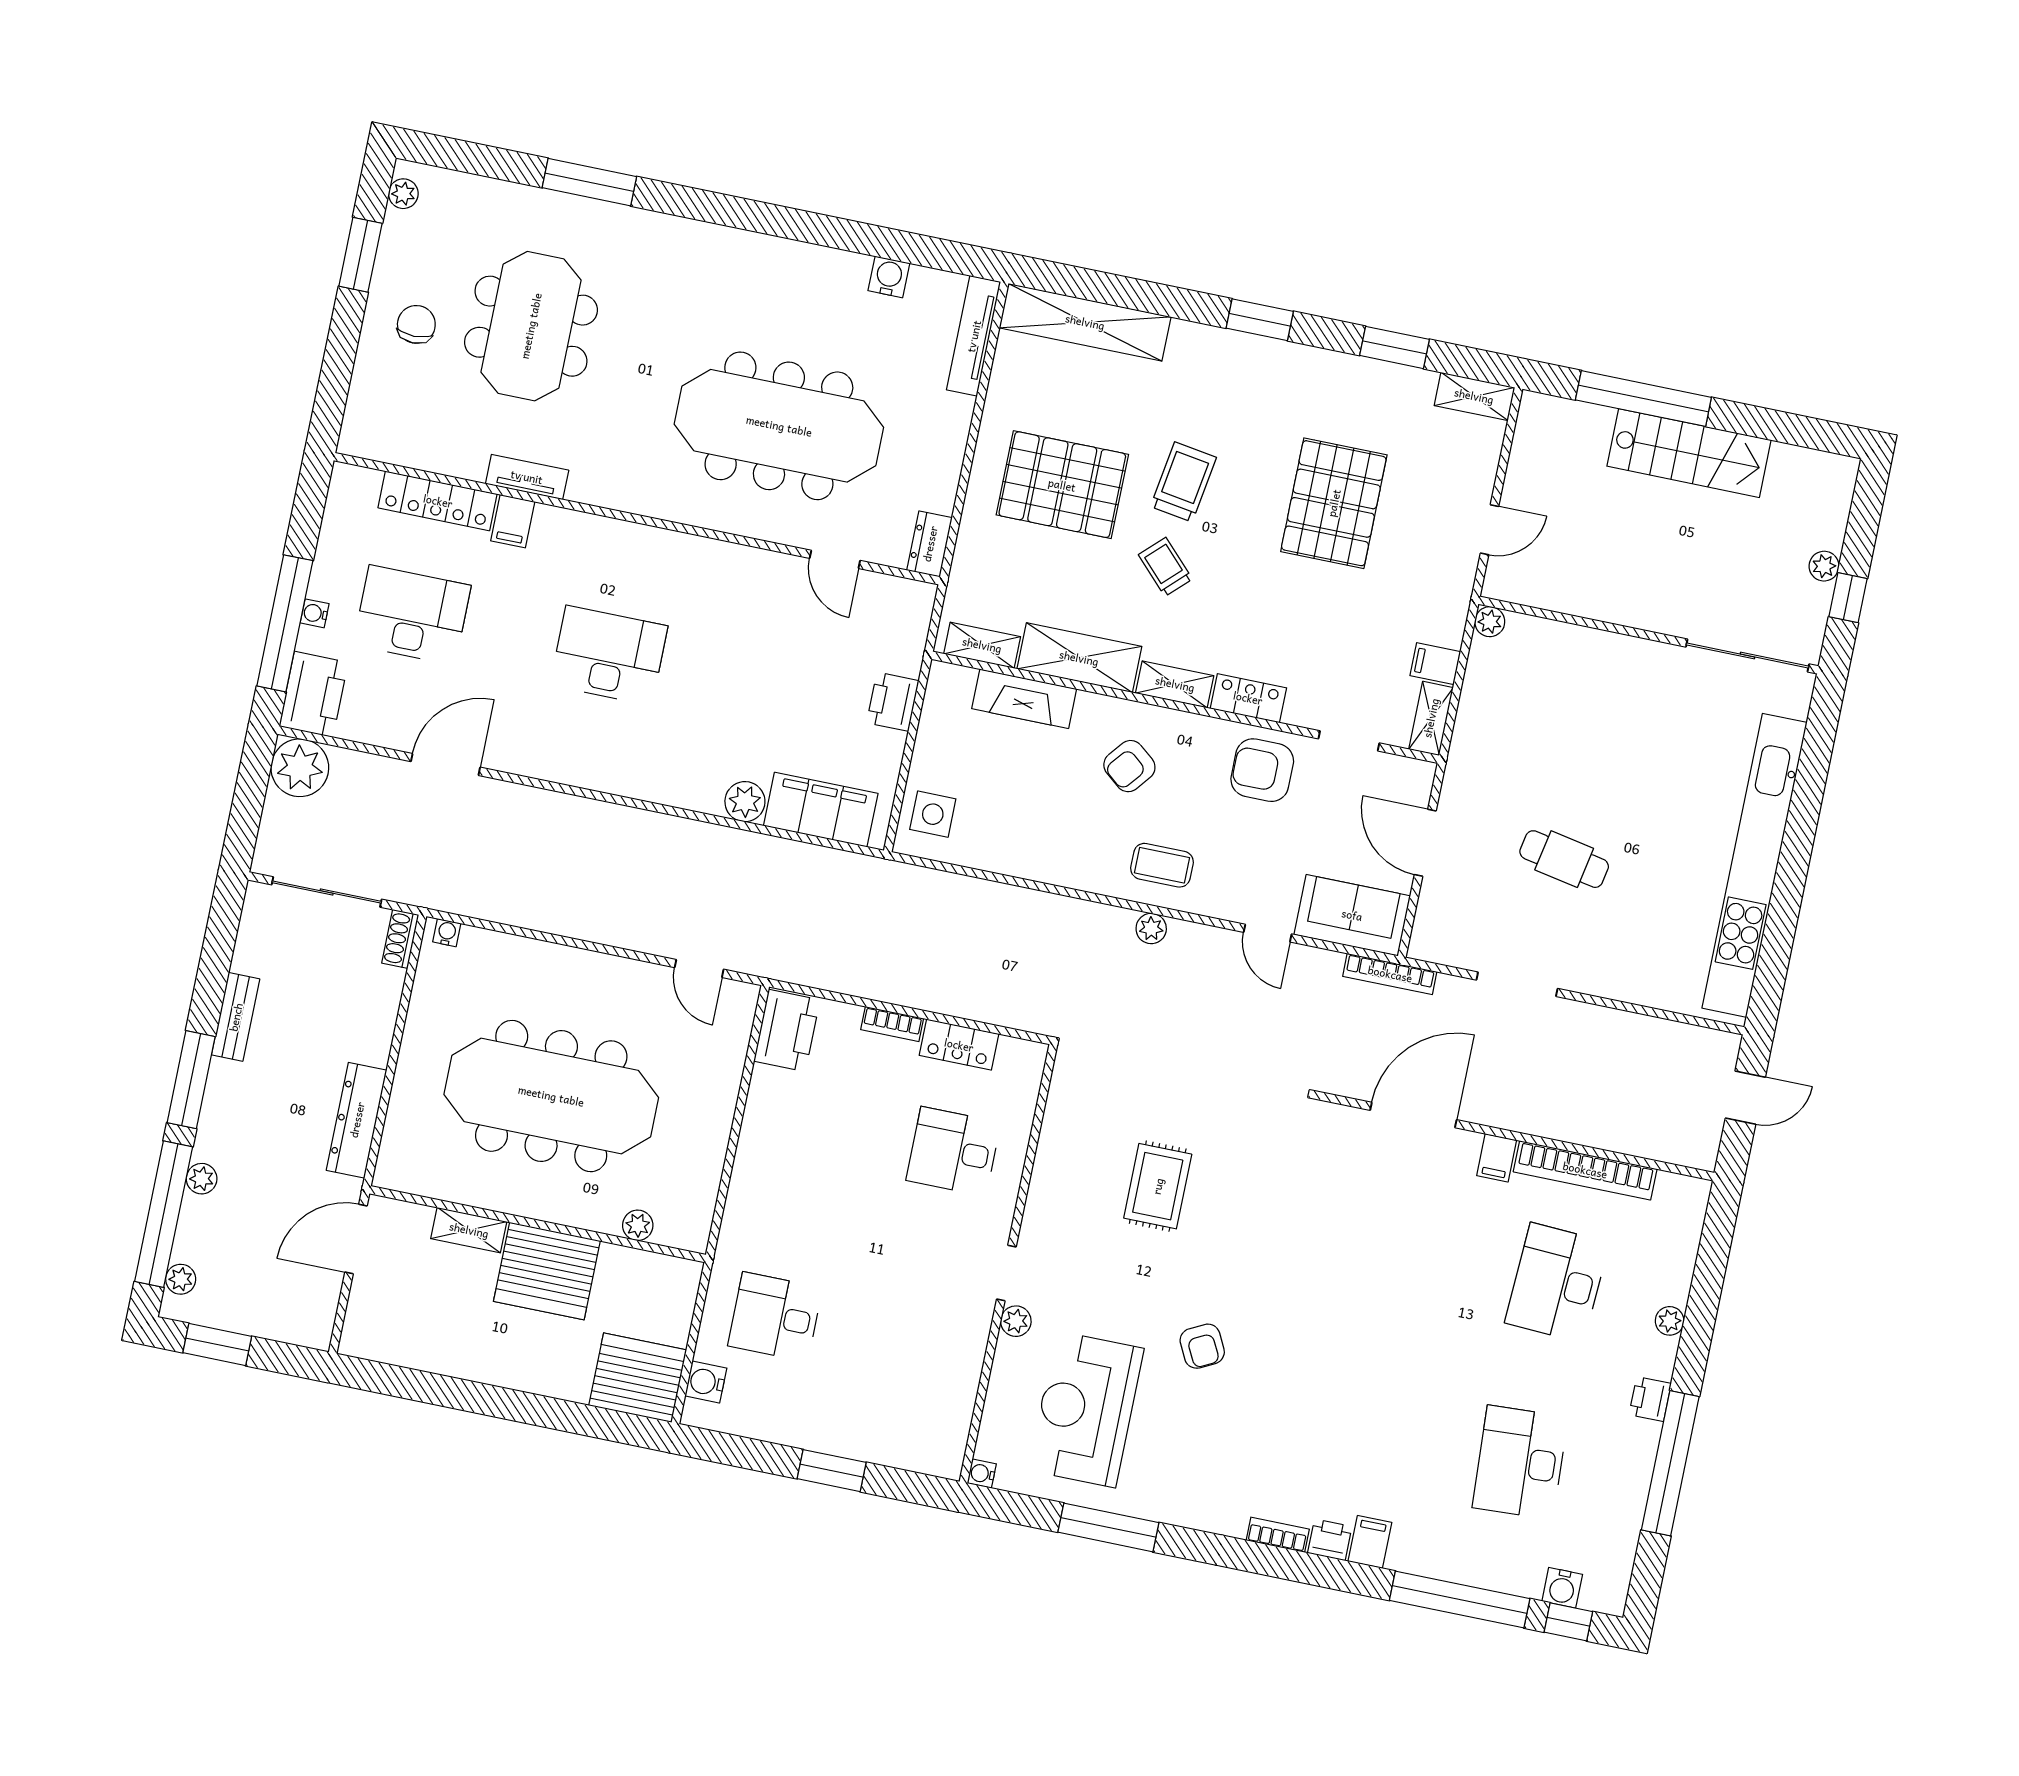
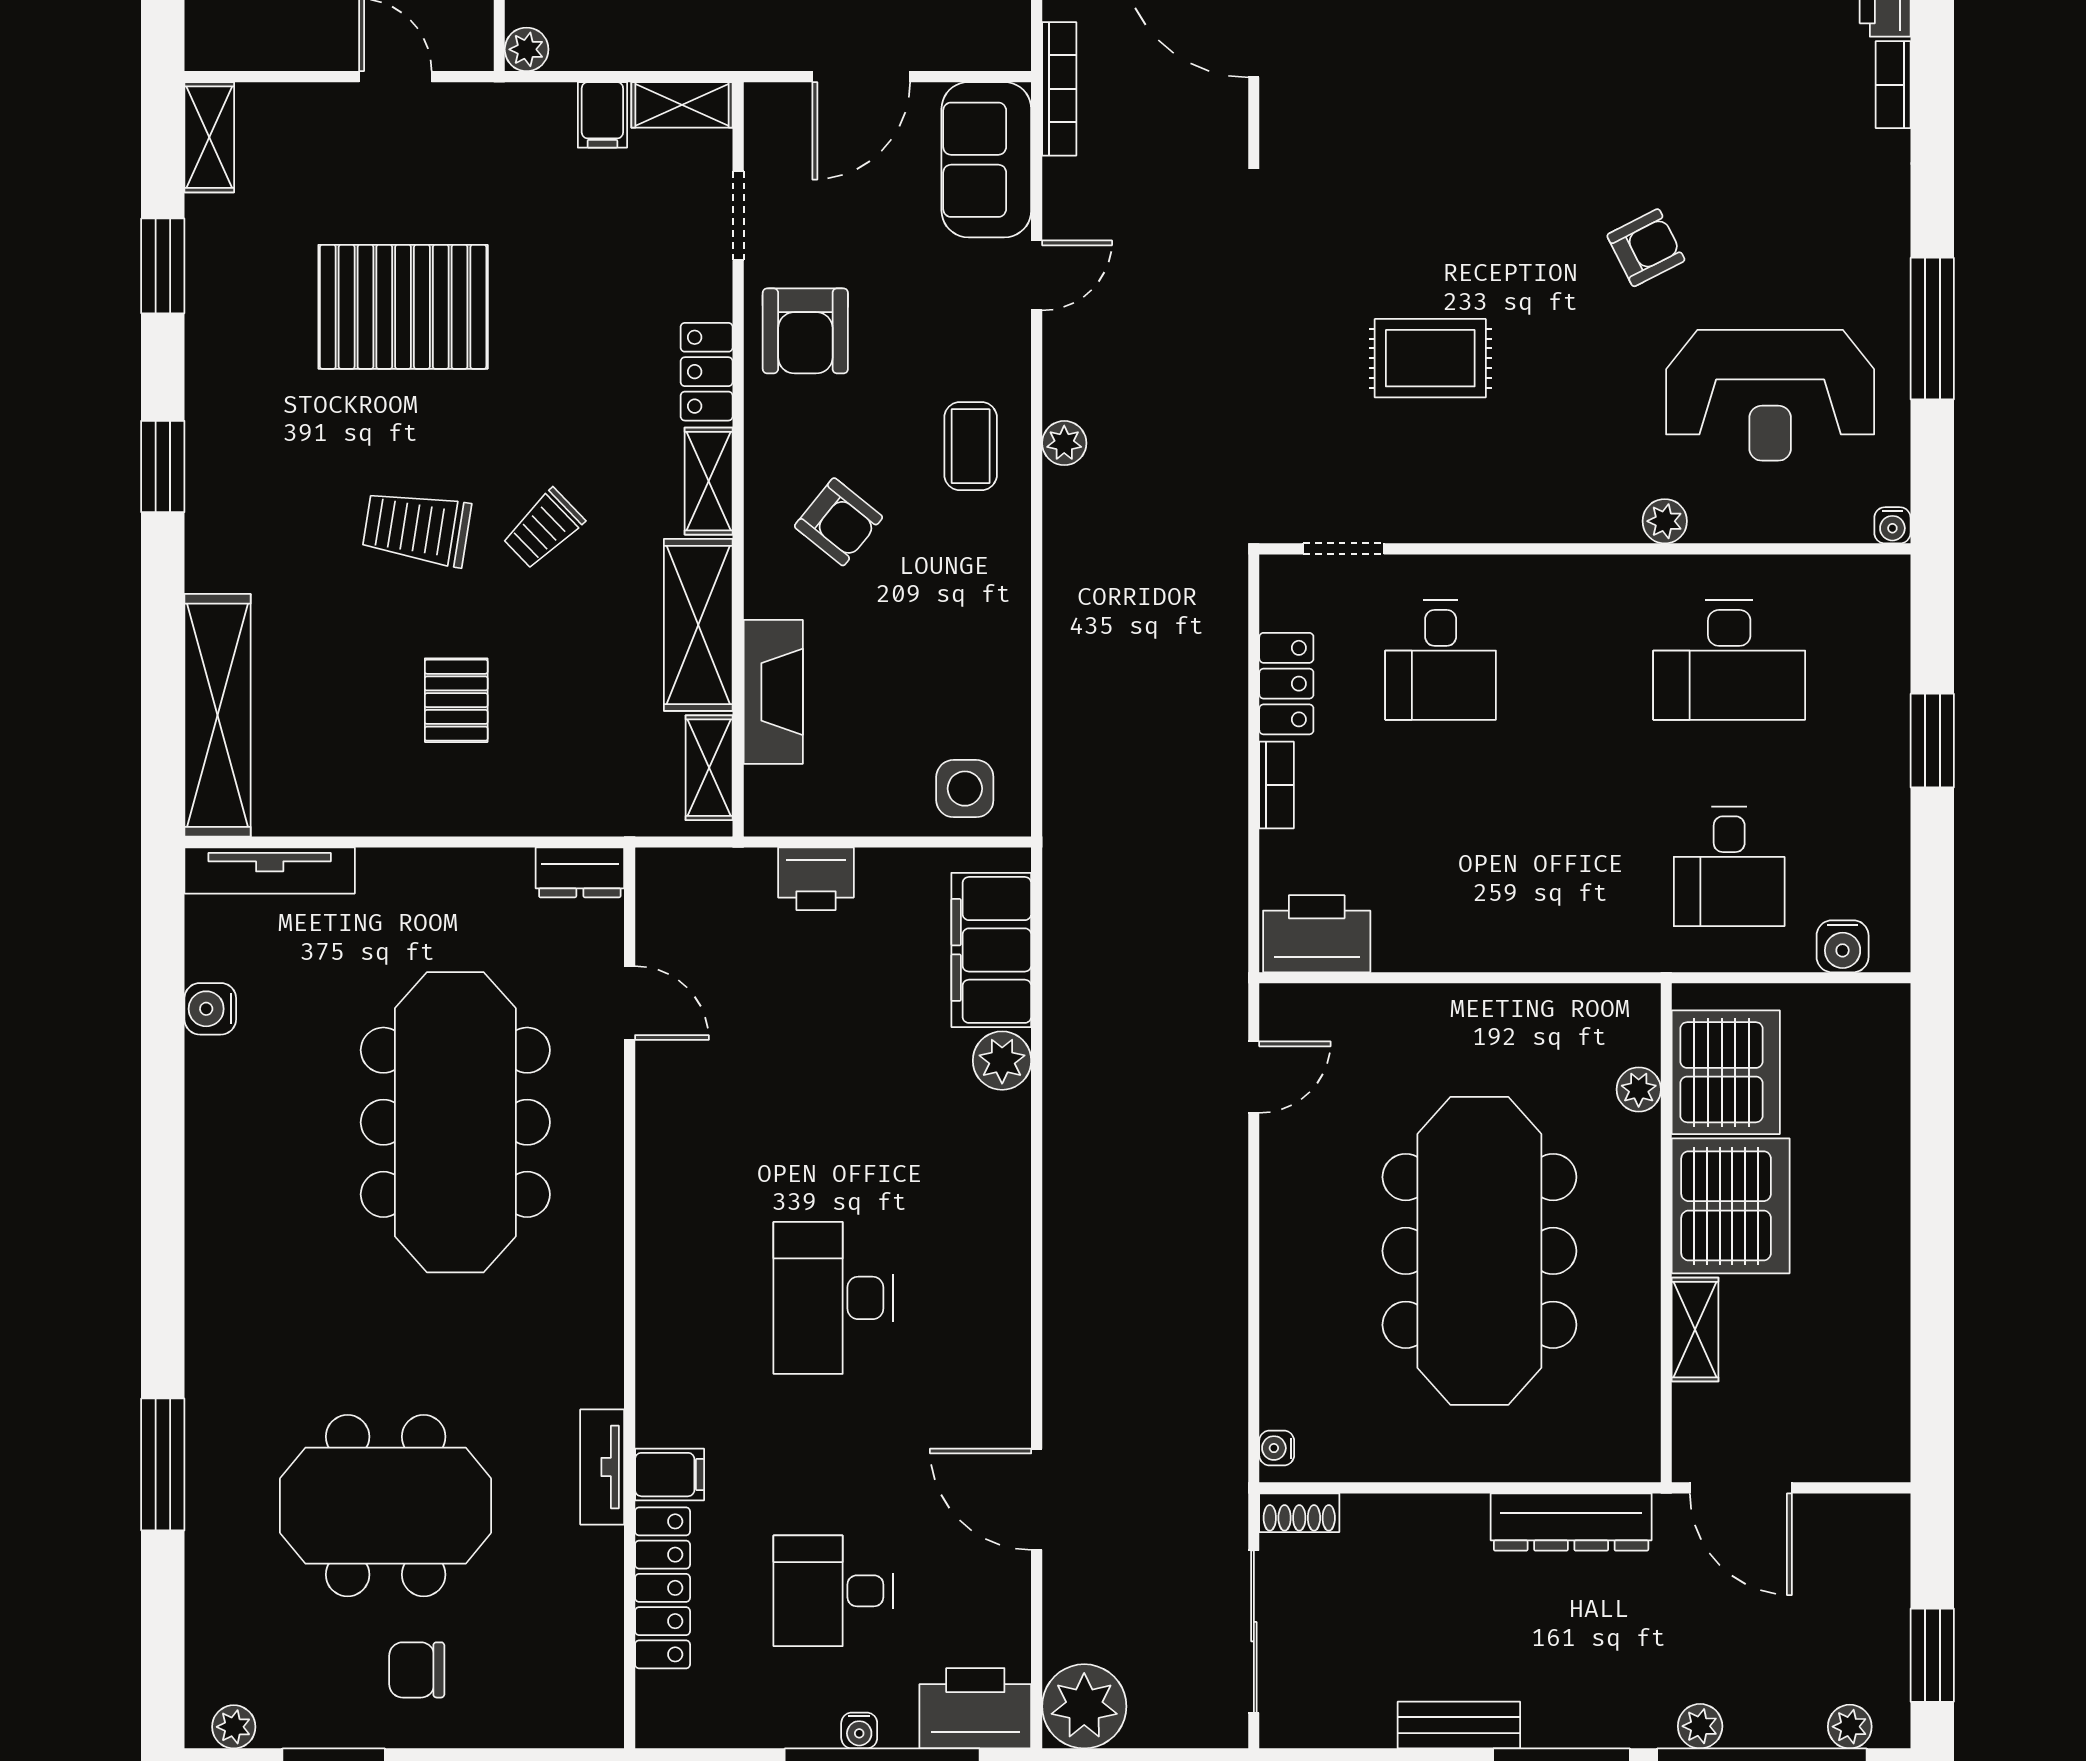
pallet: (1062, 485) -> (456, 700), width x0.49, depth x0.50
door: (835, 559) -> (630, 1003), hinge flipped
desk: (412, 615) -> (833, 1591), width x0.73
doorway: (1006, 1273) -> (1344, 549), moved
desk: (914, 1345) -> (1729, 660), added
server rack: (638, 1378) -> (1726, 1072), moved, turned 180

